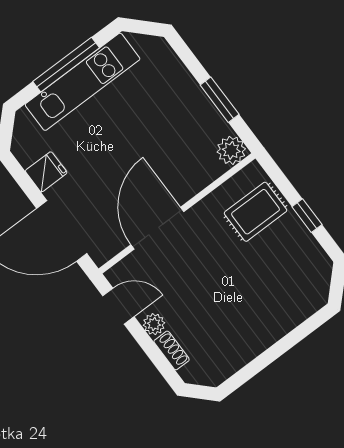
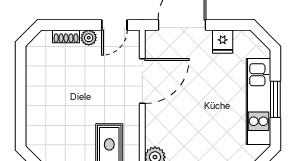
window: (66, 65) -> (275, 99), width x0.69
door: (157, 228) -> (142, 81), hinge flipped

